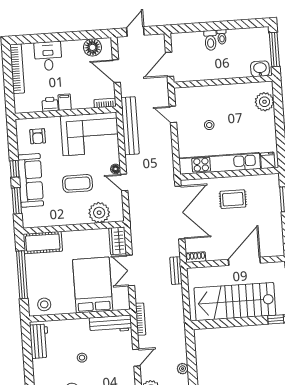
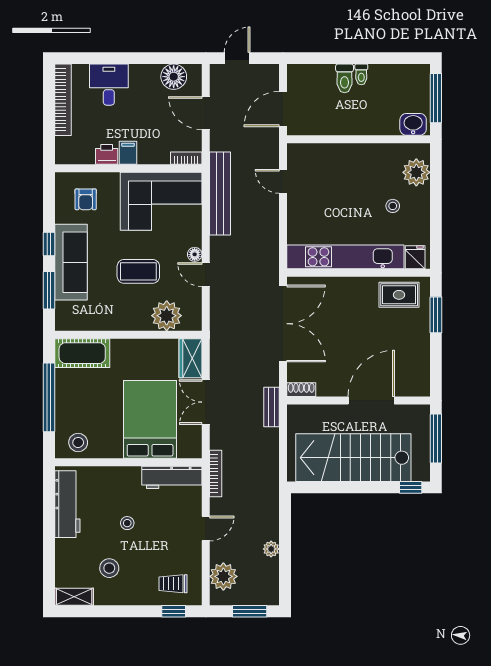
stool: (209, 125) -> (393, 206), moved
rug: (233, 199) -> (399, 295), moved
workbench: (39, 341) -> (67, 504), width x1.38

